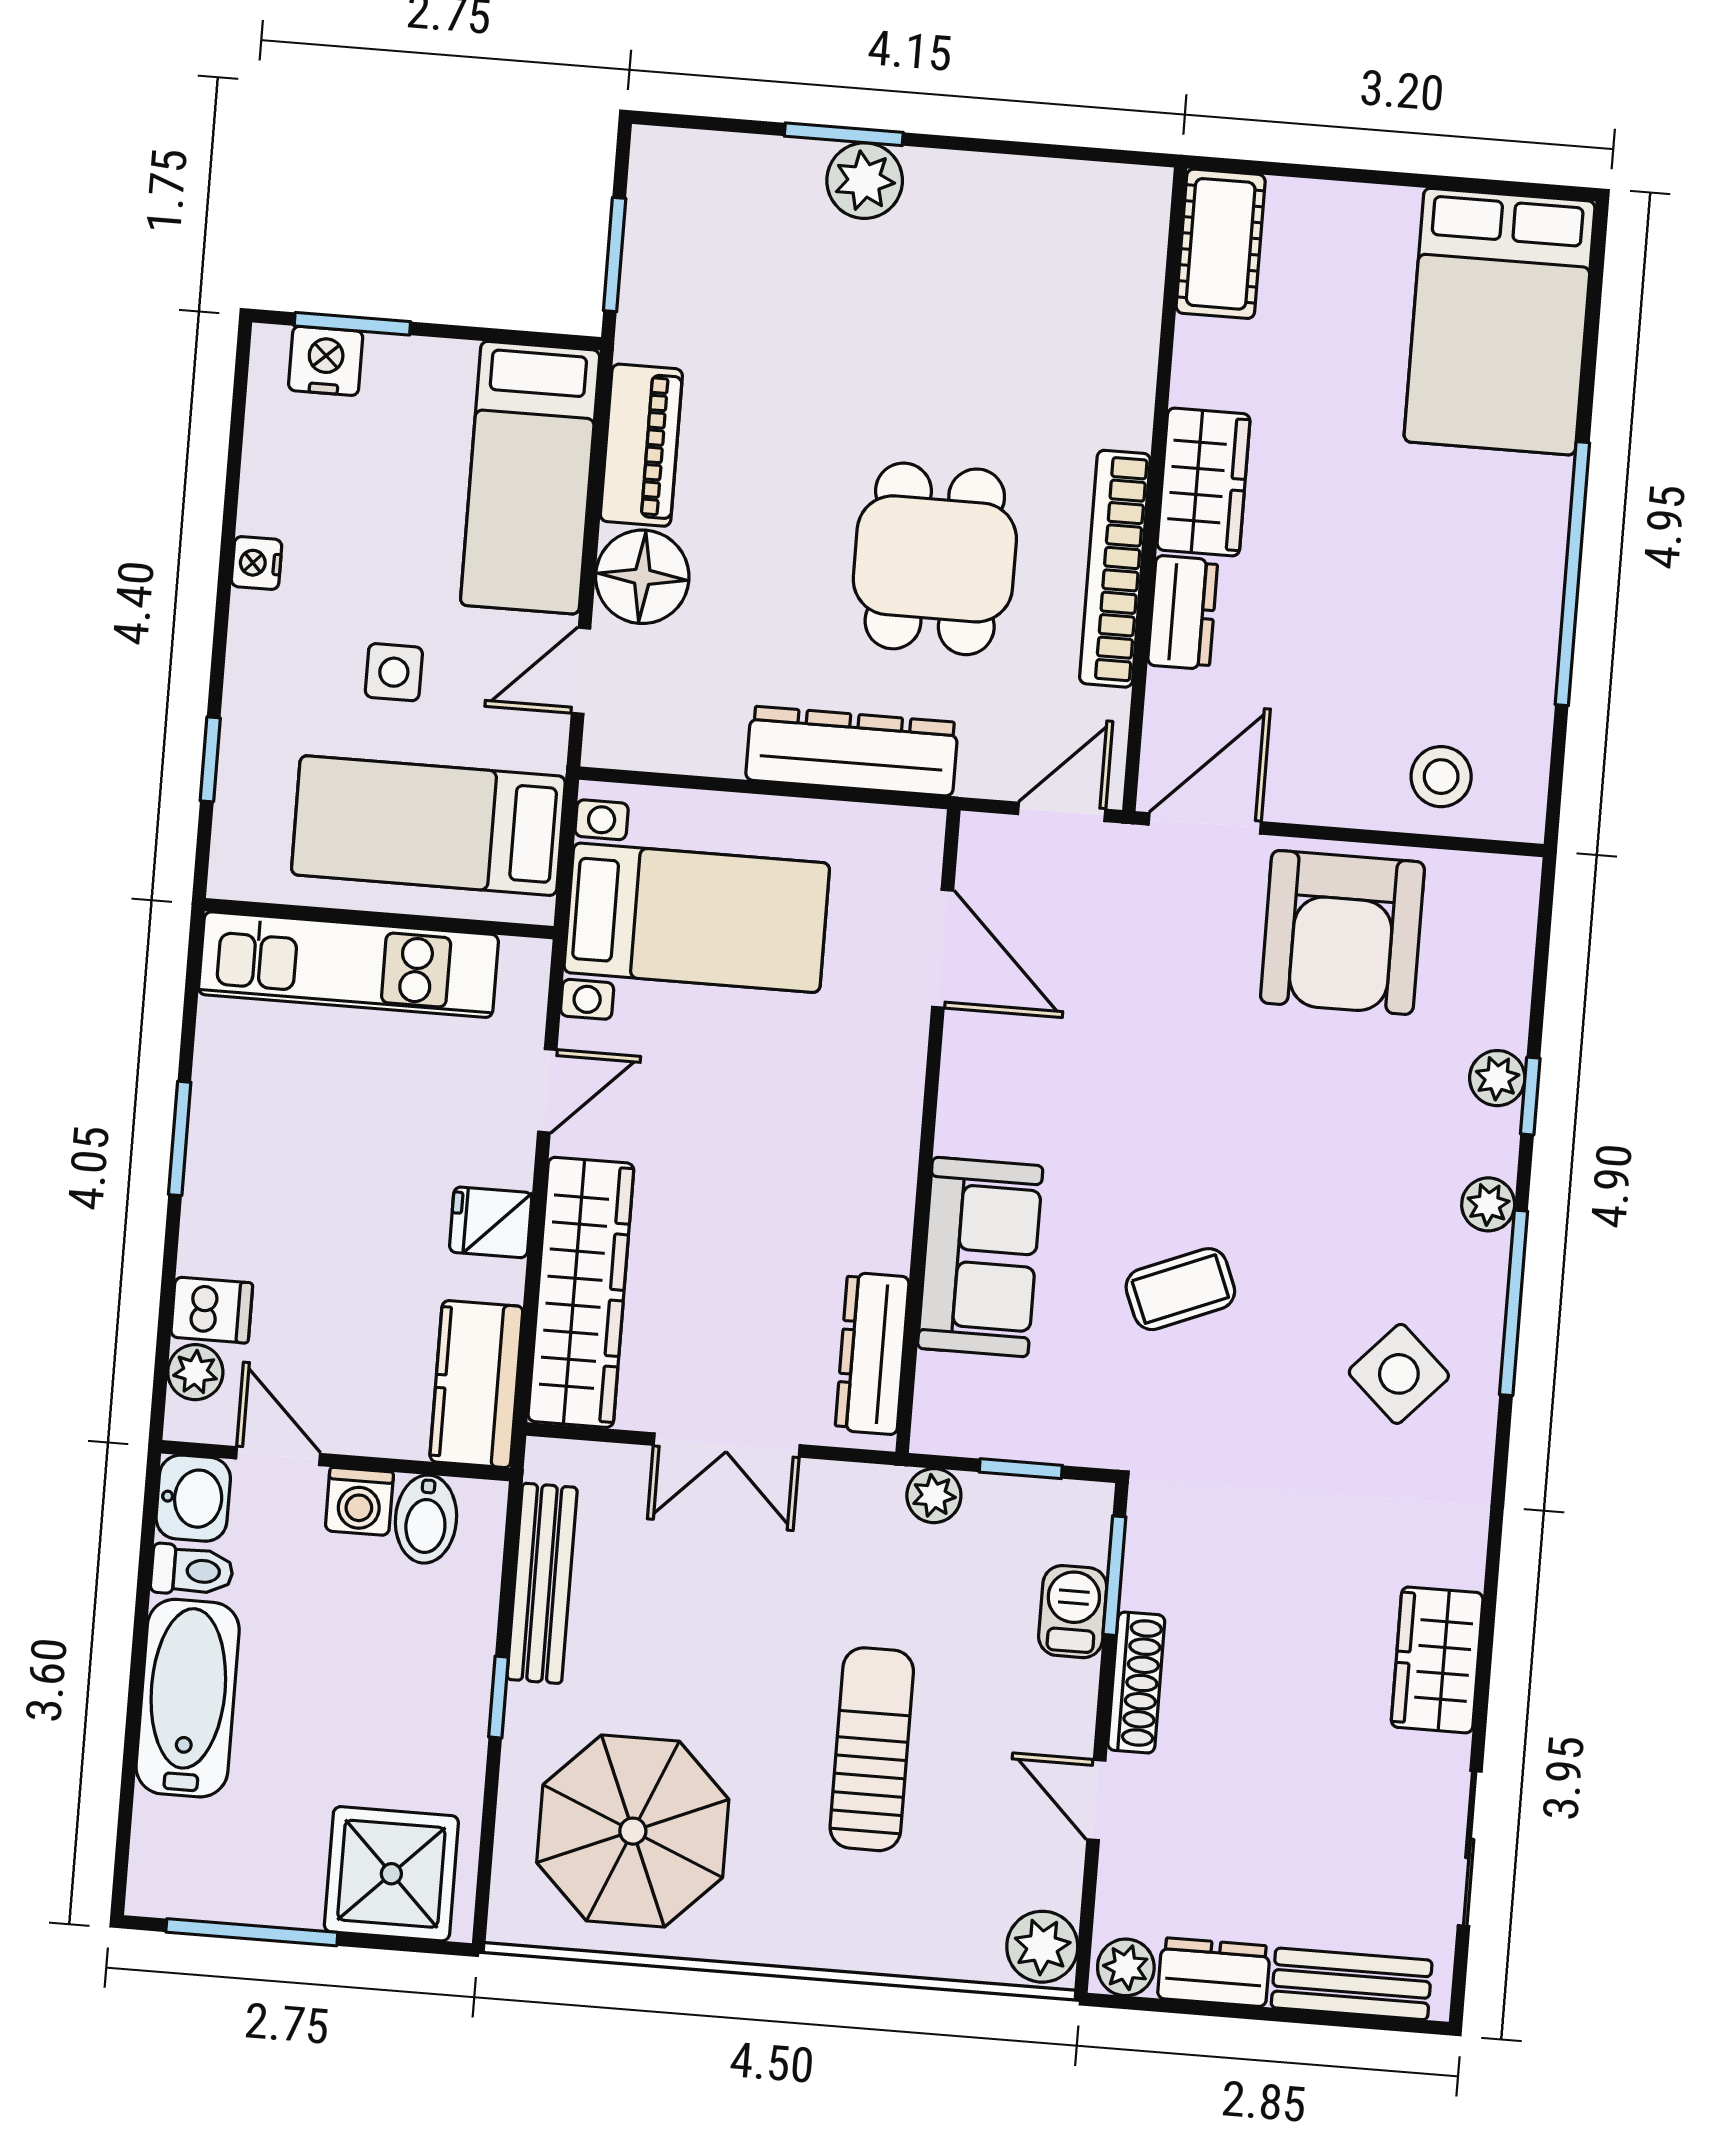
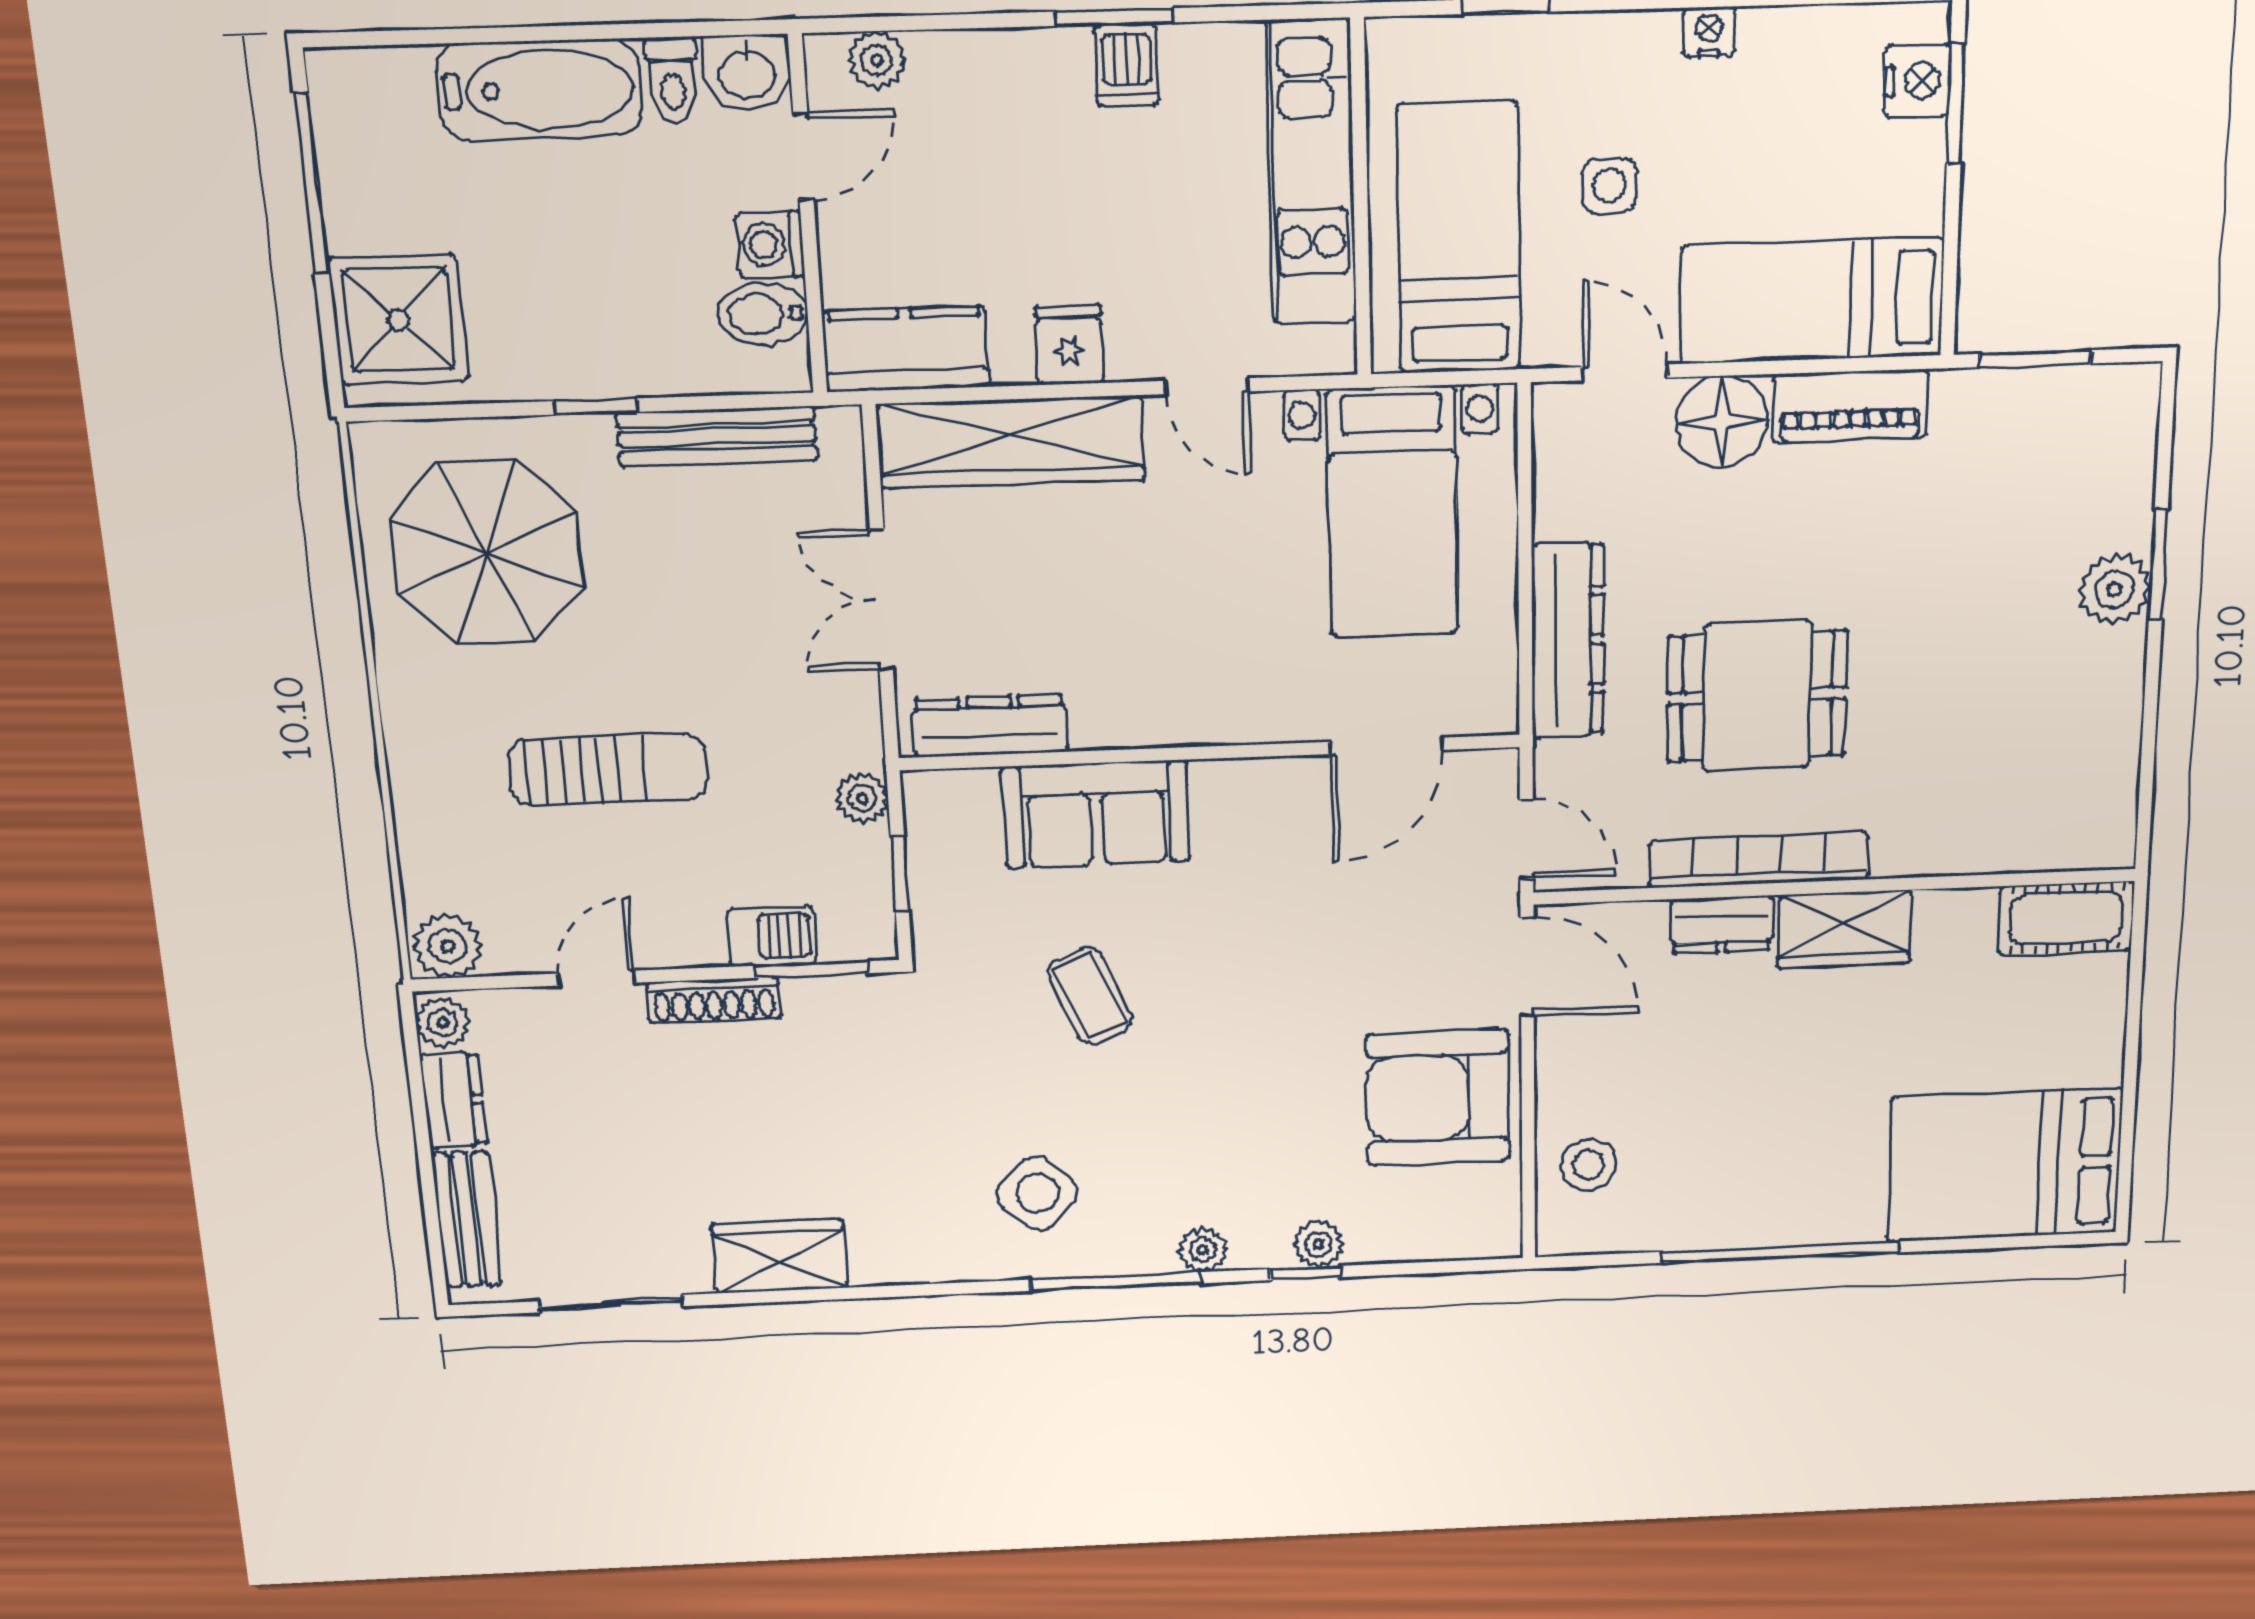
dishwasher: (212, 1310) -> (1127, 65), moved

